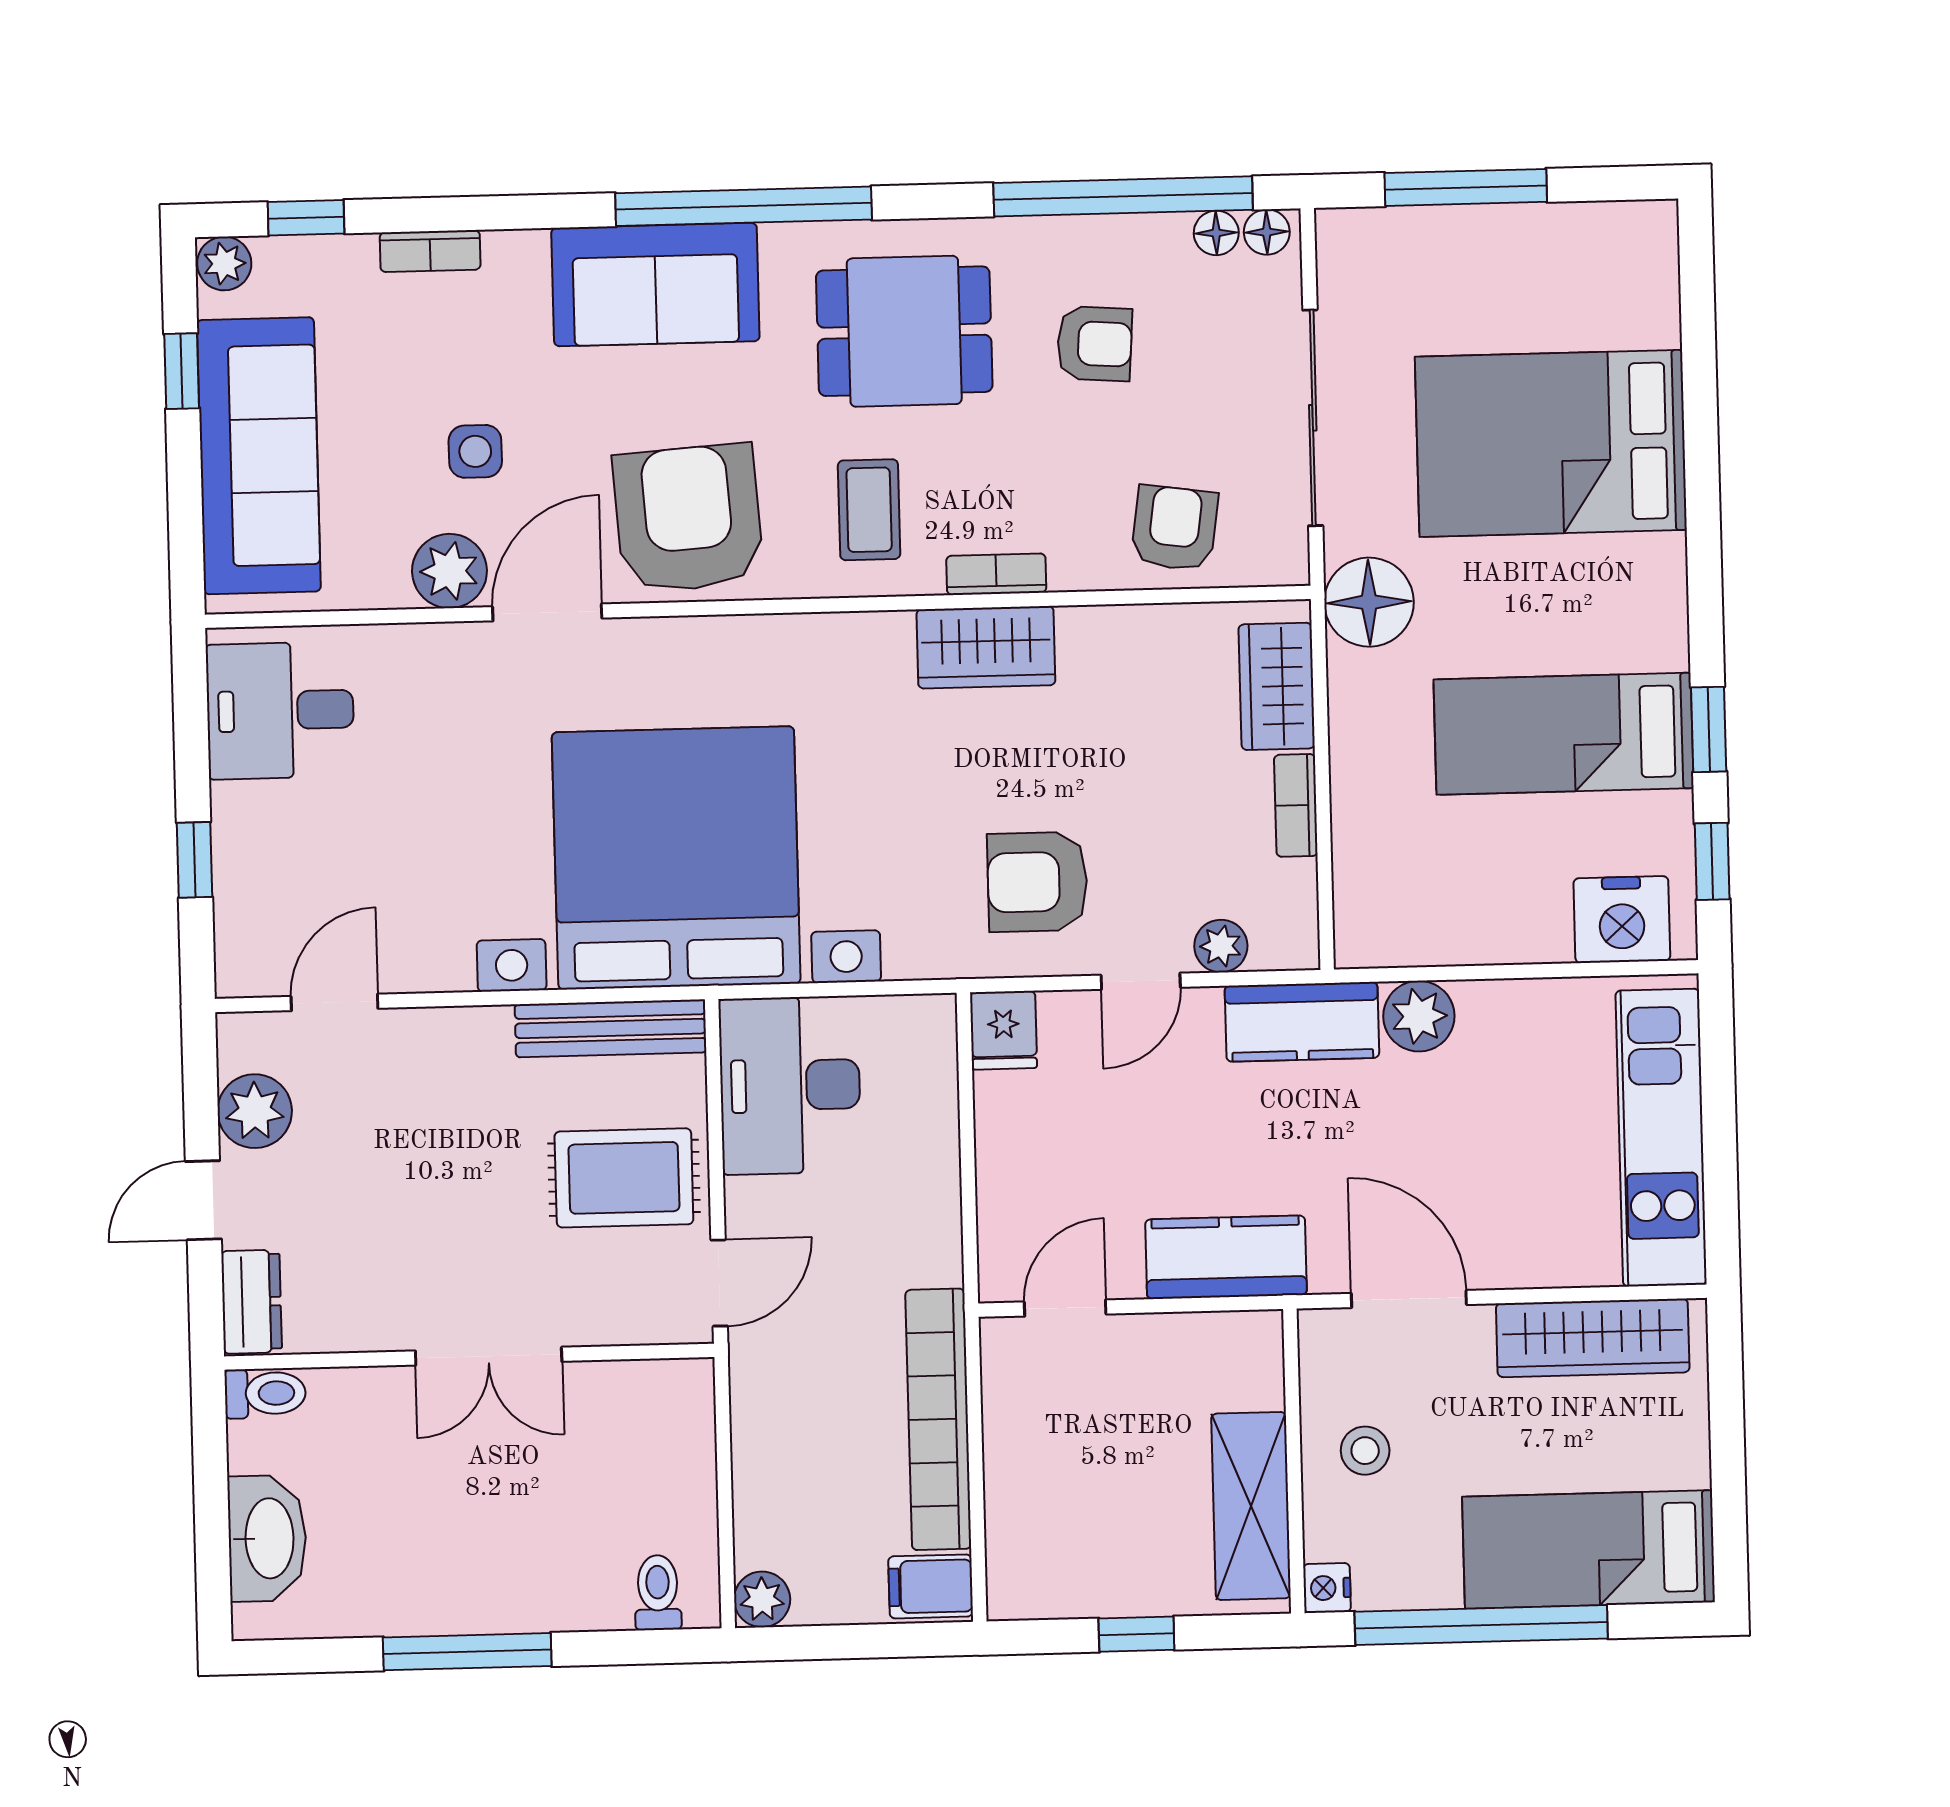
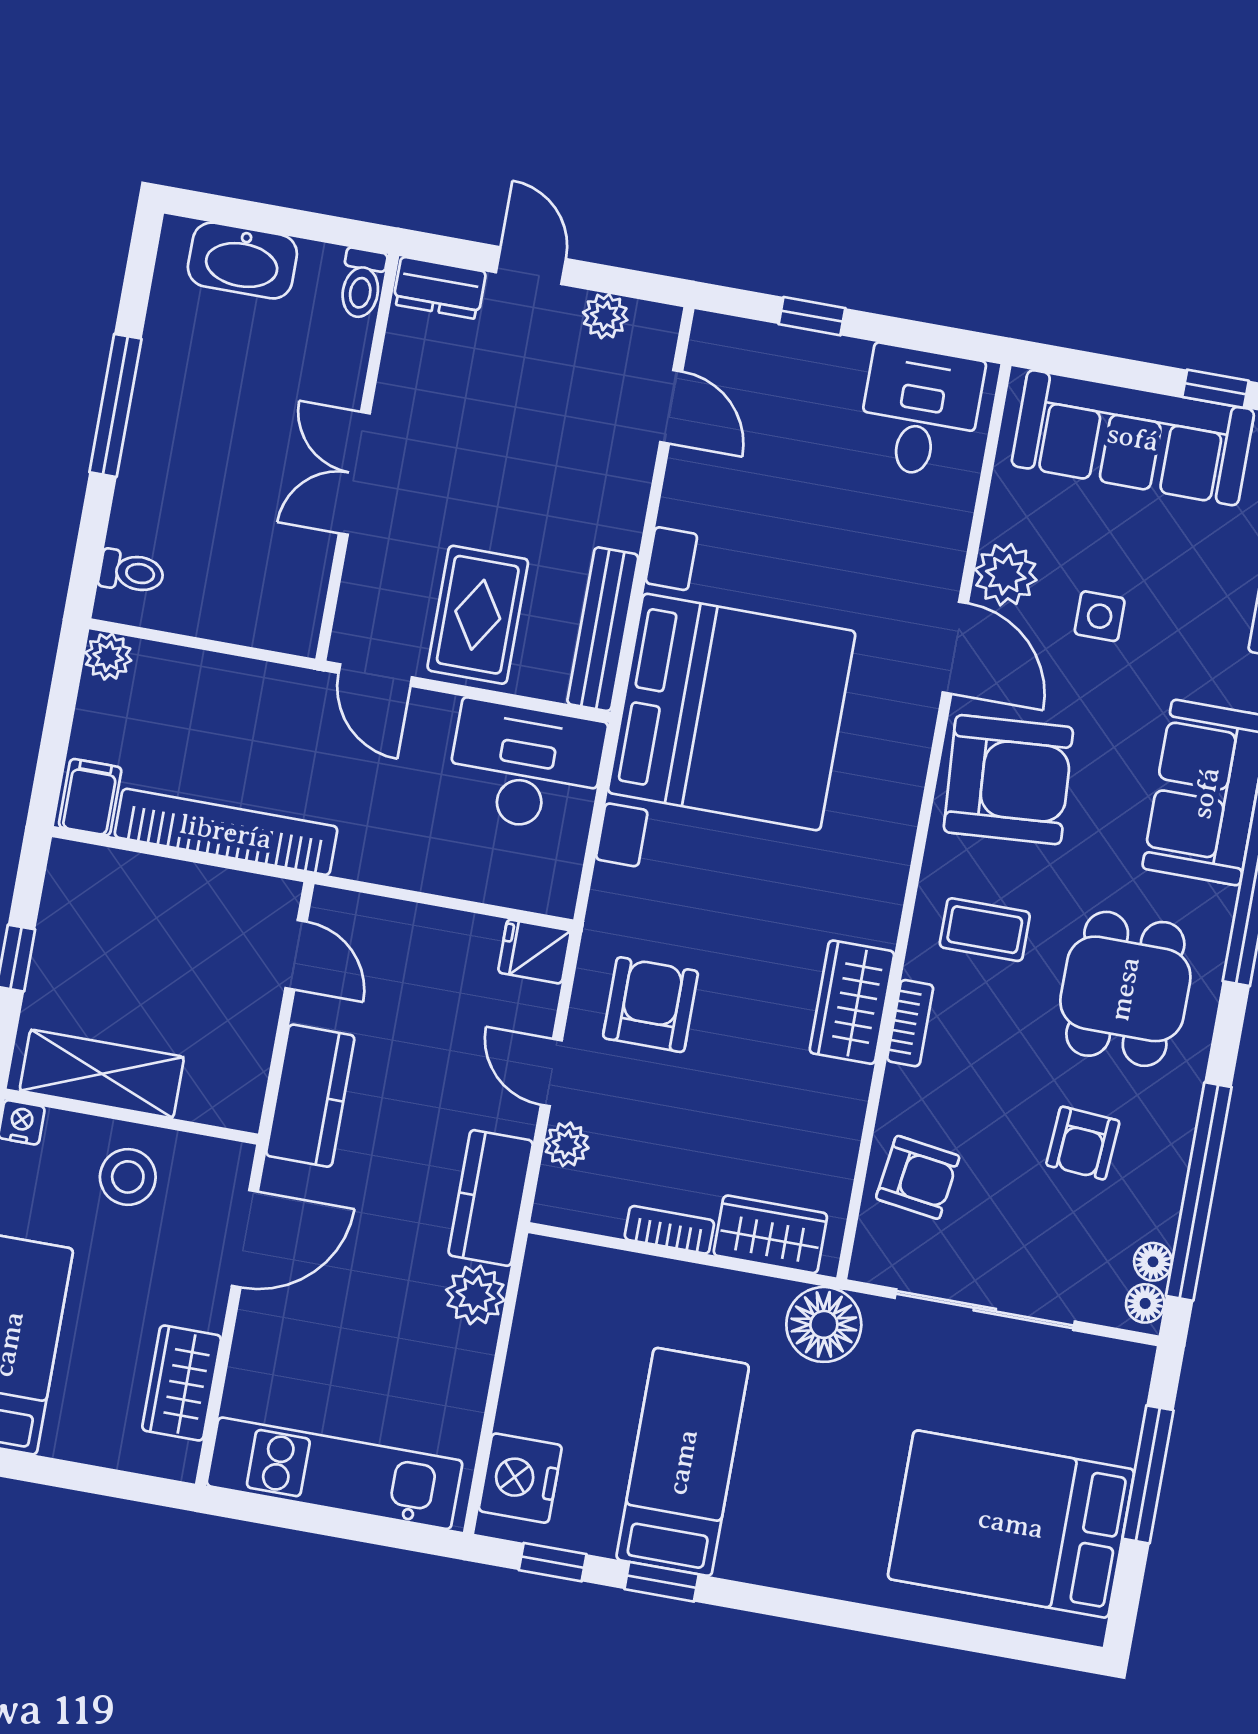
bed: (1551, 443) -> (1011, 1524), moved, turned -90
plant: (255, 1111) -> (605, 316), width x0.73, depth x0.73
wardrobe: (1593, 1338) -> (182, 1383), width x0.67
stool: (1365, 1451) -> (128, 1177), width x1.37, depth x1.37

